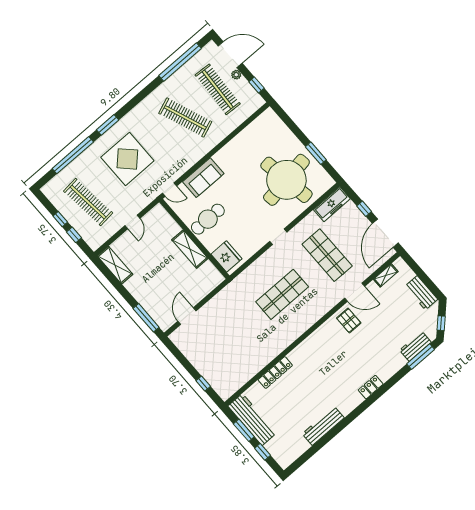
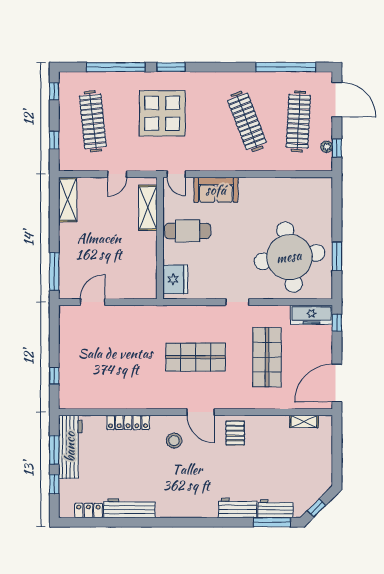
plant: (236, 75) -> (327, 147), moved
window: (364, 209) -> (337, 323), moved
window: (60, 219) -> (54, 91), moved
shelving: (190, 249) -> (148, 208), moved
door: (355, 292) -> (201, 412), moved
workbench: (421, 293) -> (238, 508), moved, turned 90
stool: (314, 359) -> (174, 441), added
locker: (371, 387) -> (88, 510), moved

